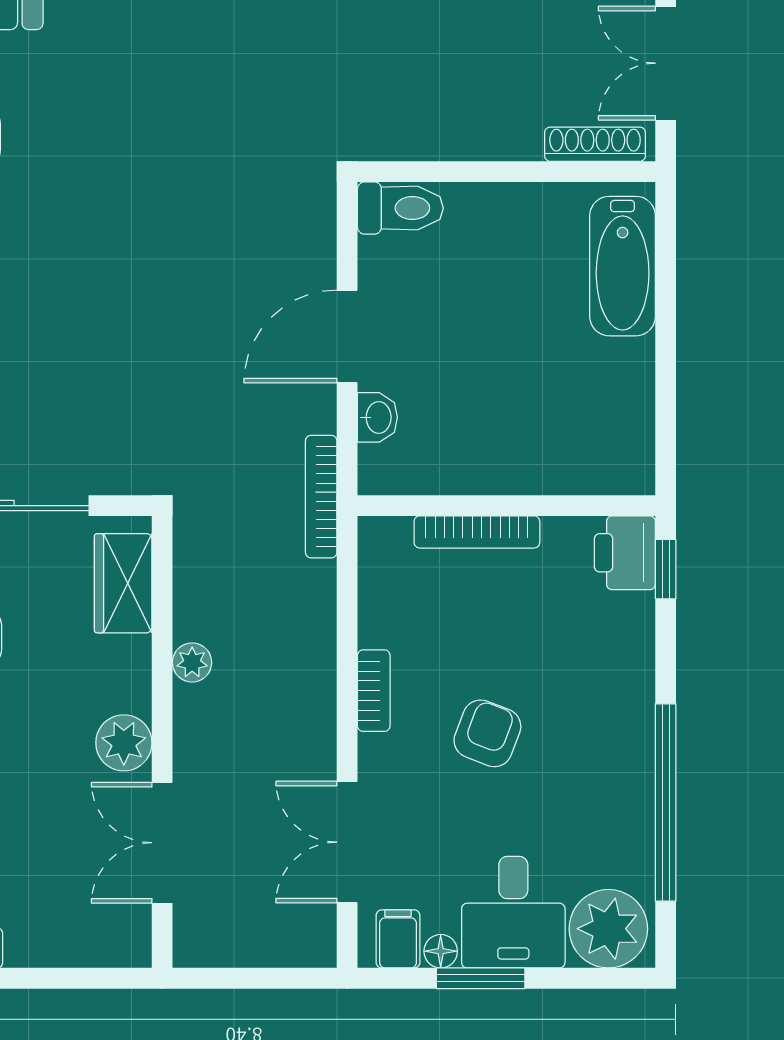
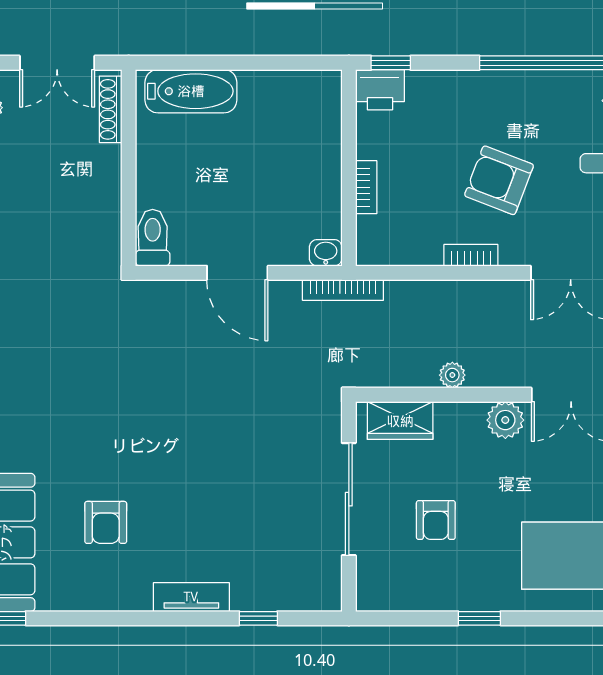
washbasin: (377, 417) -> (326, 253), moved
bookcase: (477, 532) -> (366, 187), width x0.64
armchair: (487, 733) -> (499, 180), width x1.38, depth x1.38

